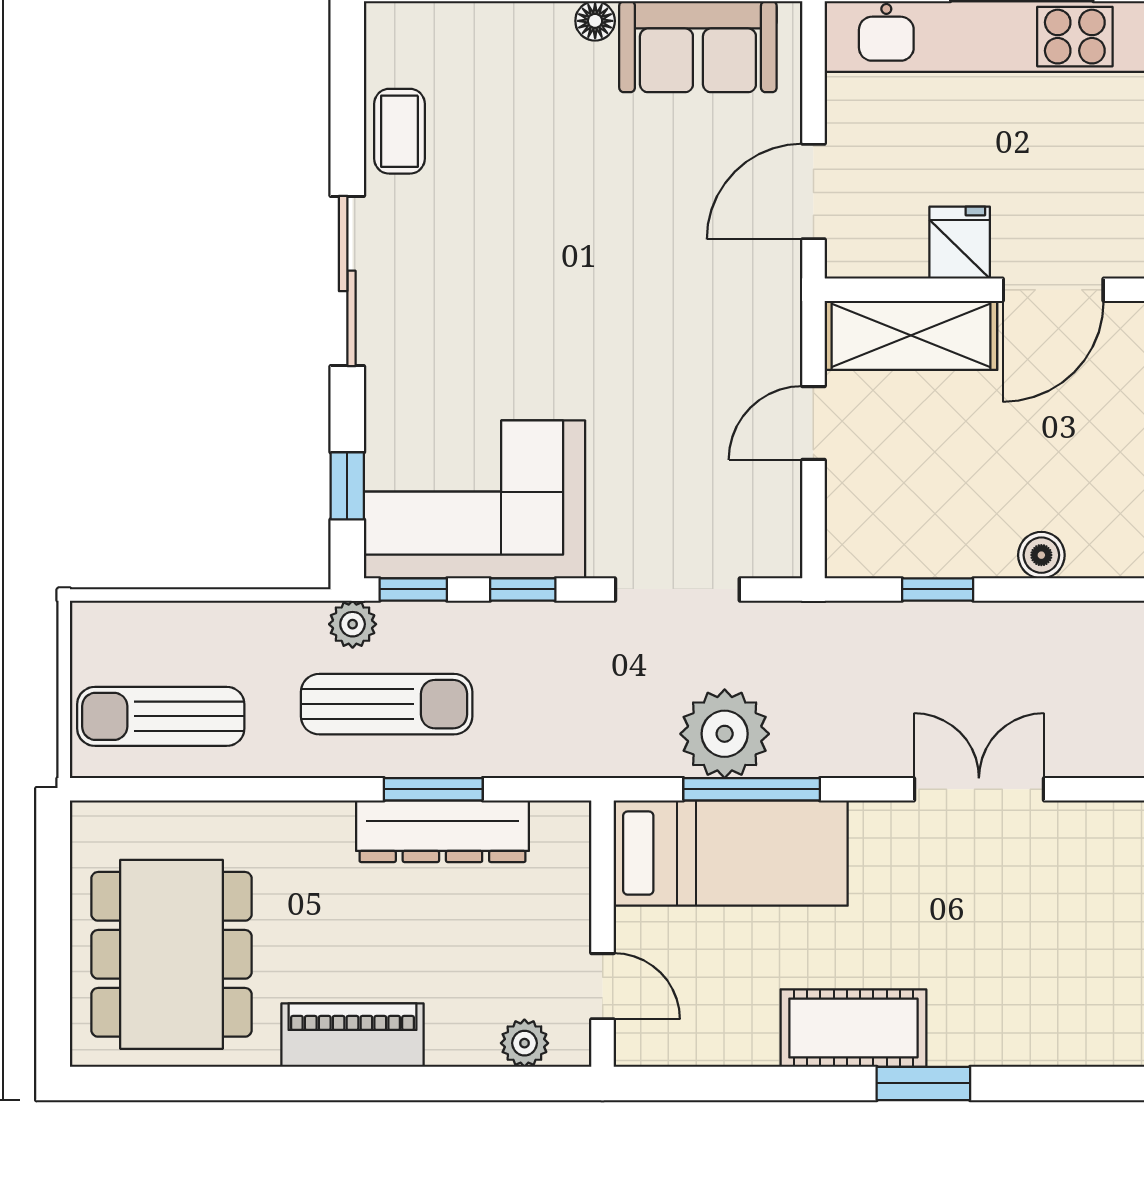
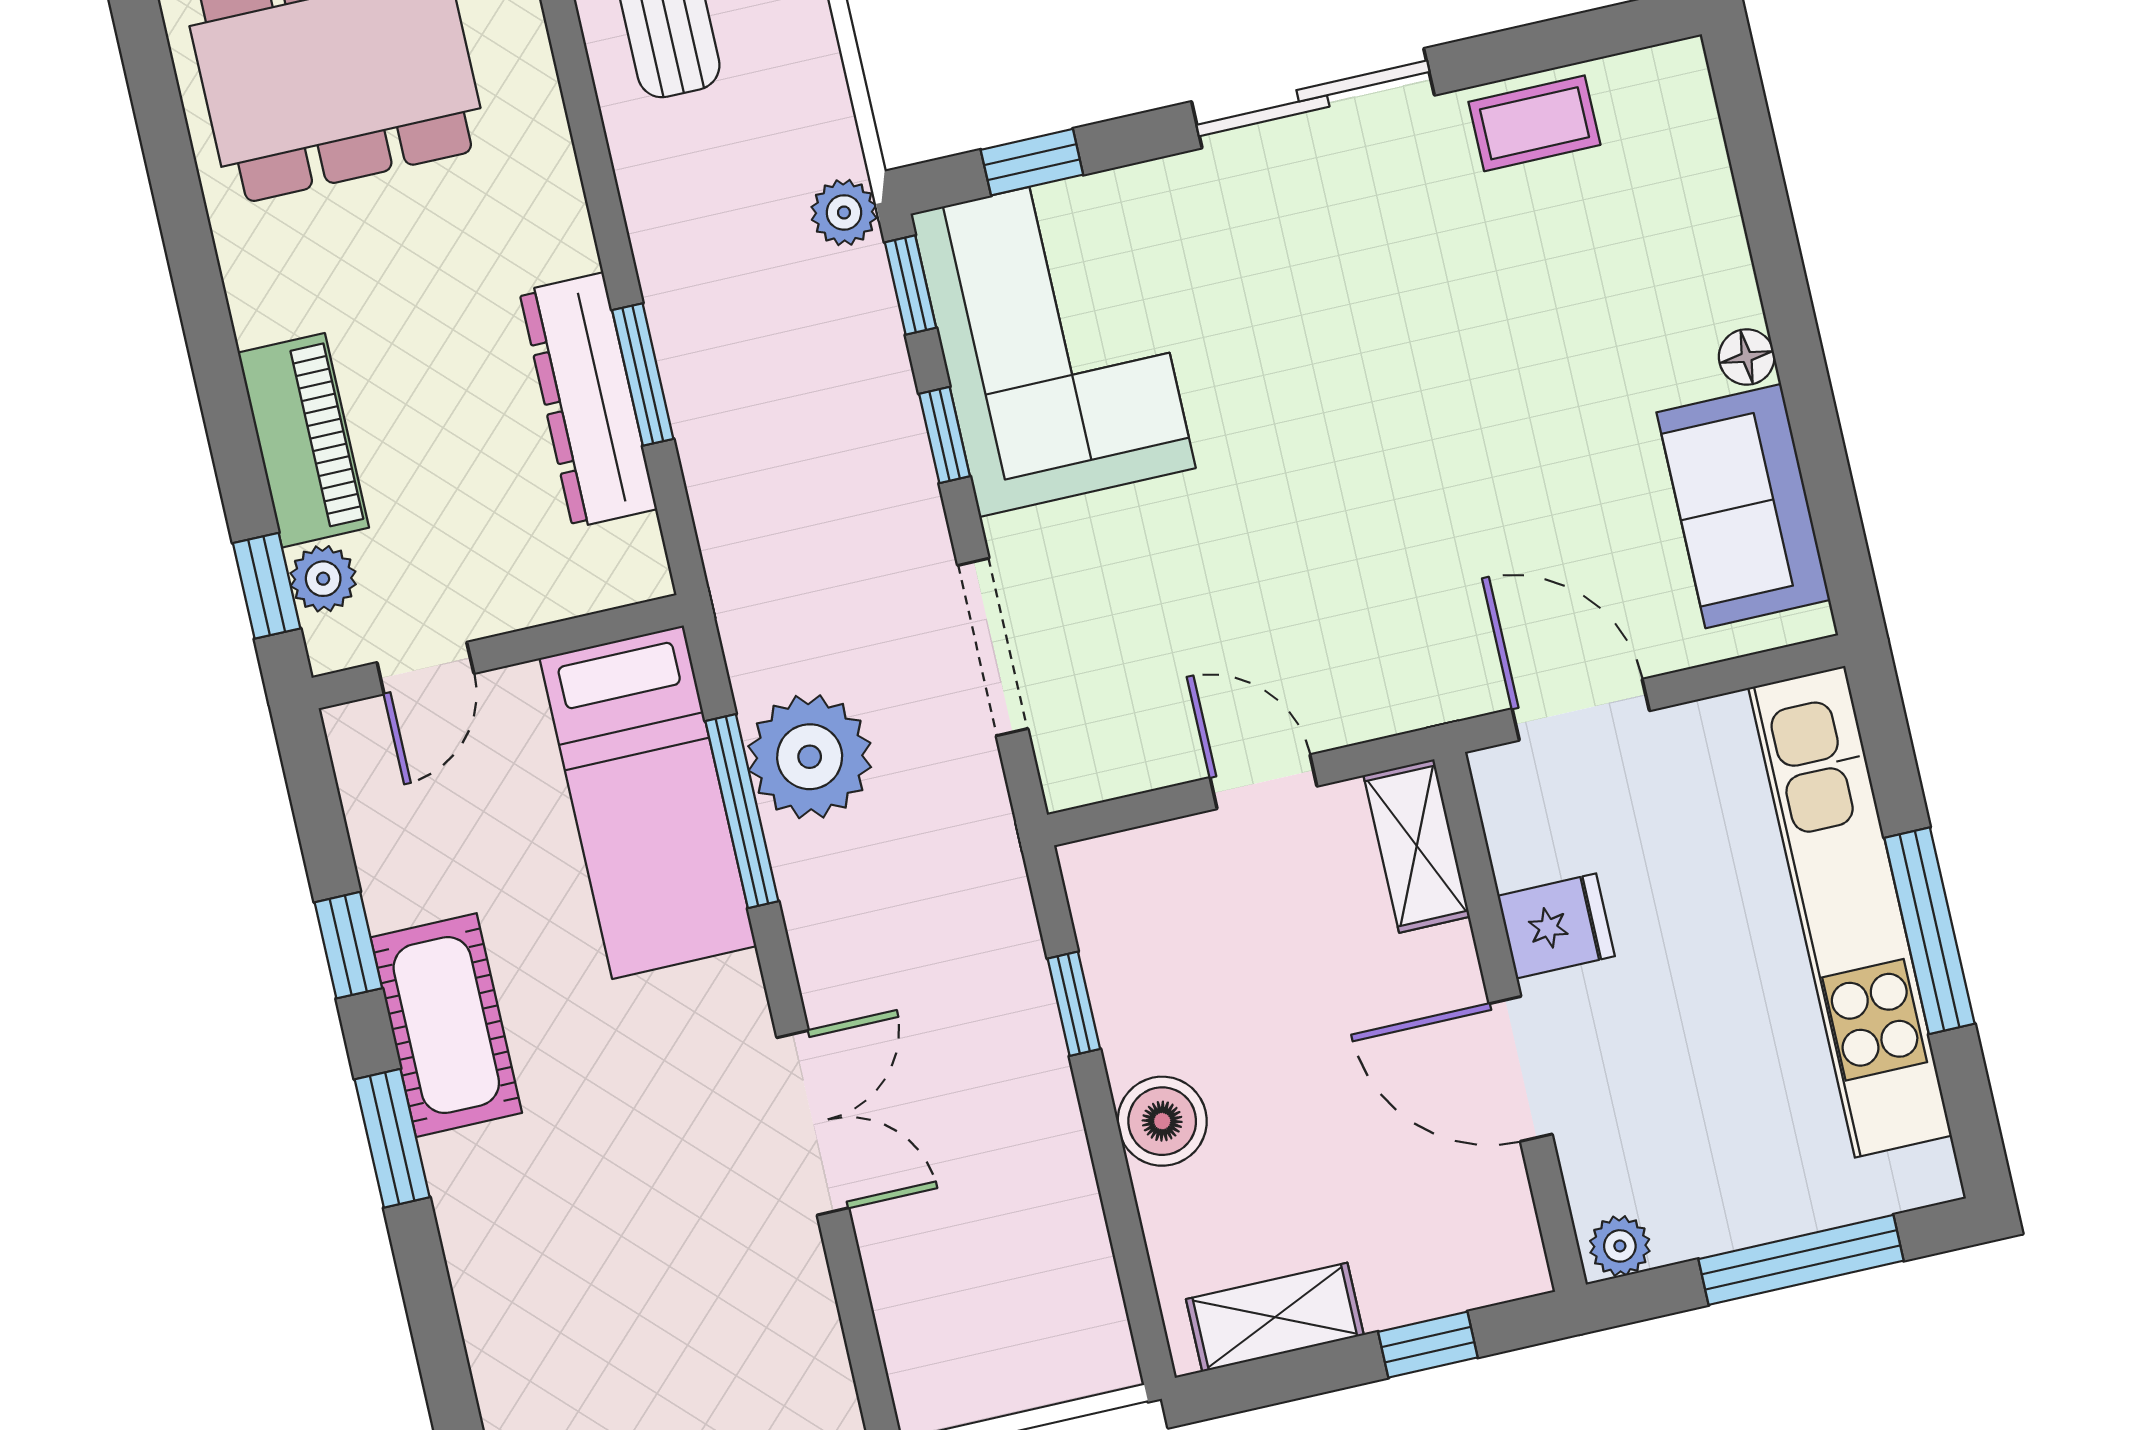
shelving: (911, 335) -> (1417, 846), width x0.67, depth x0.75
boiler: (1041, 555) -> (1162, 1121), width x1.36, depth x1.36
sun lounger: (387, 704) -> (745, 284), removed
piano: (352, 1035) -> (303, 440), moved
window: (520, 1083) -> (267, 586), added
window: (783, 1083) -> (348, 945), added

